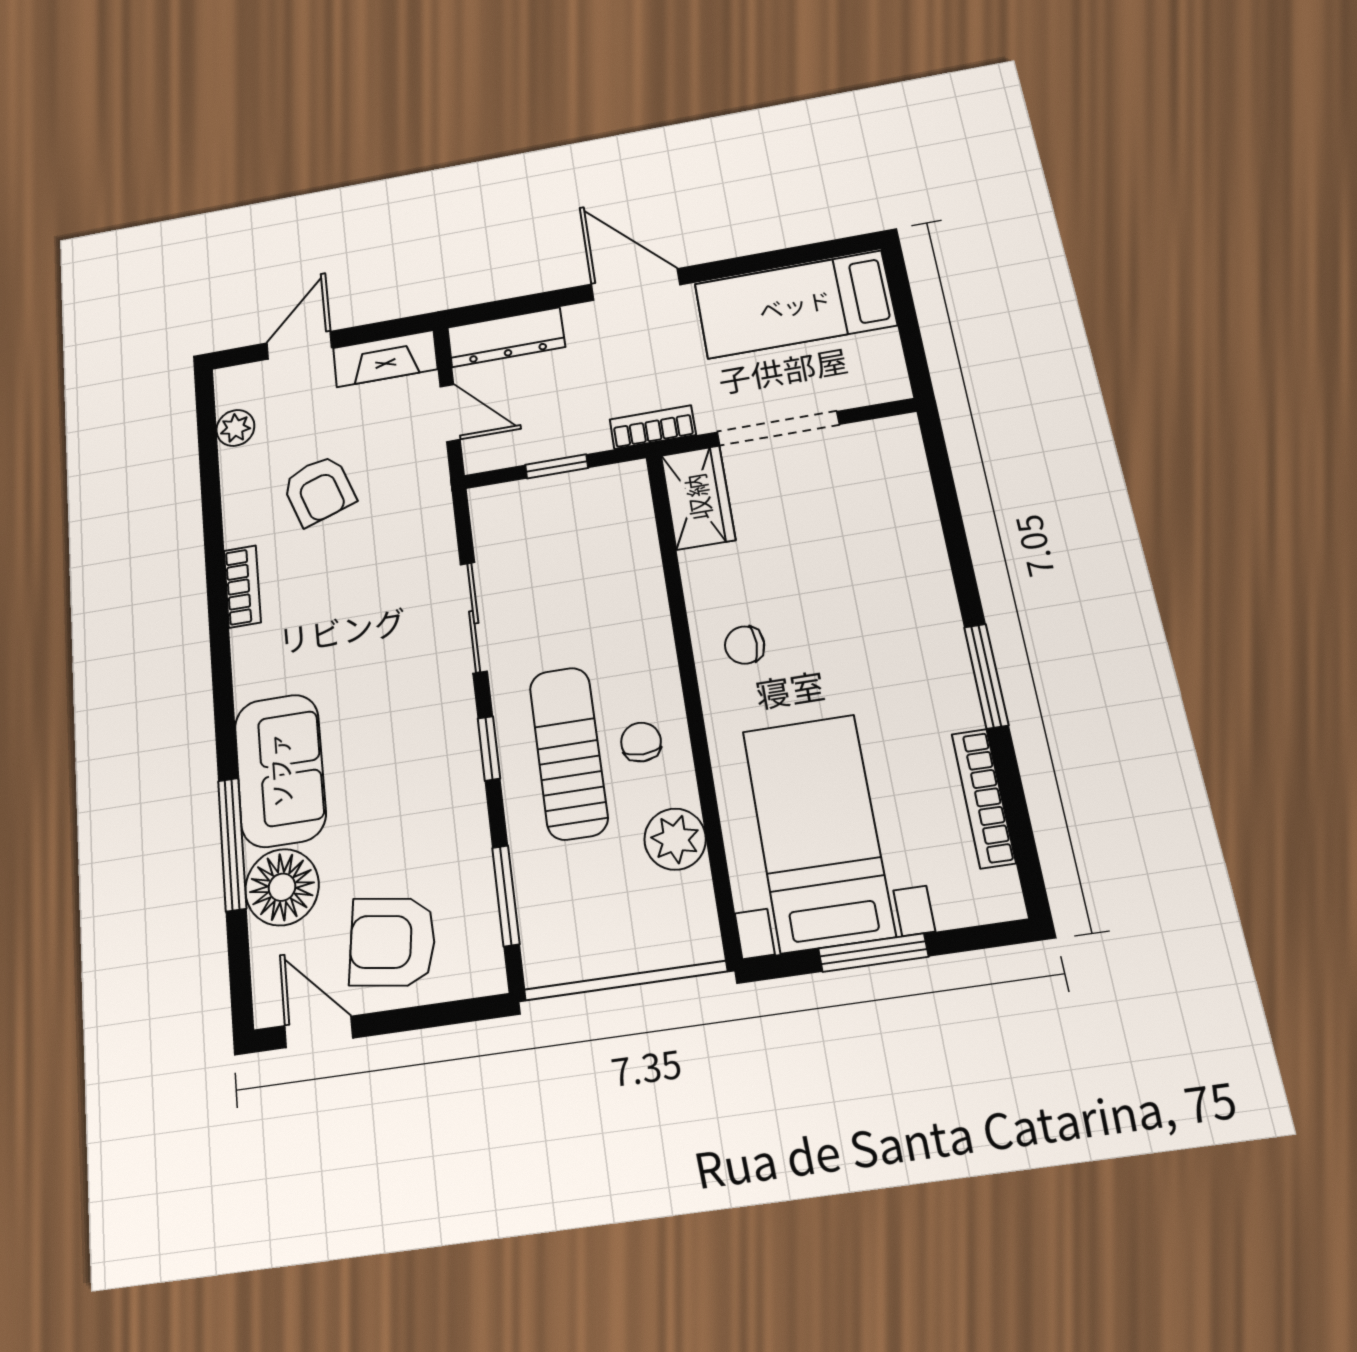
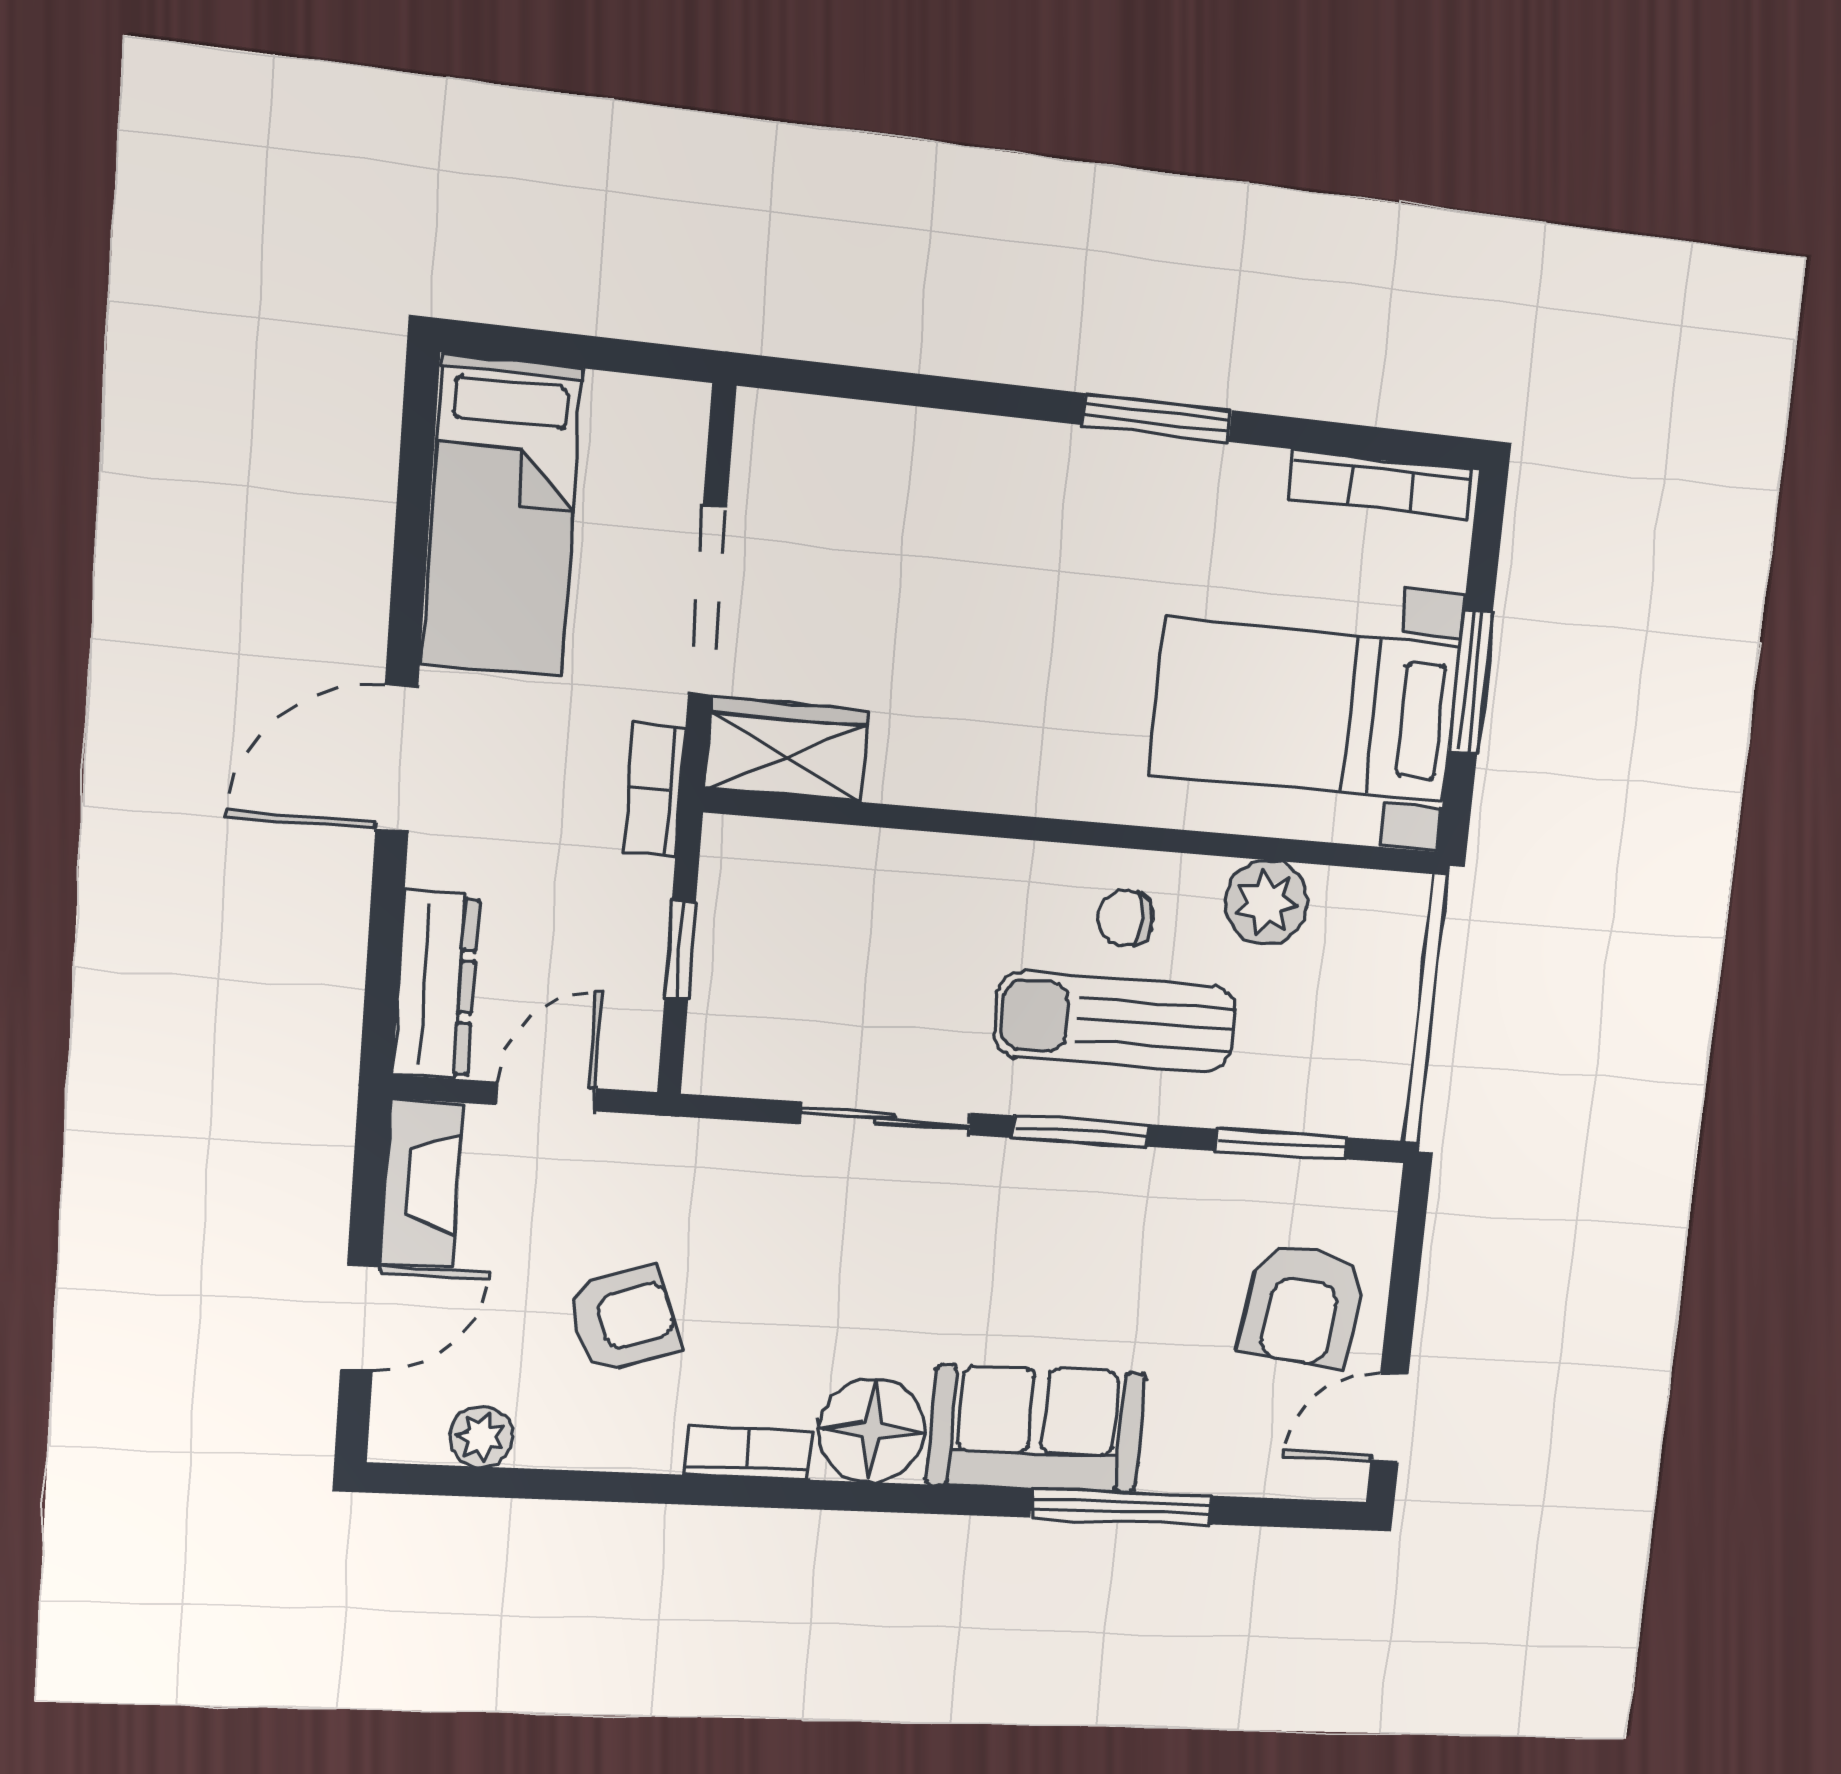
door: (299, 345) -> (360, 1318), swing flipped
chair: (745, 645) -> (1027, 740), removed
window: (489, 748) -> (1081, 1131), width x1.50
bookcase: (984, 798) -> (1381, 484), moved
floor lamp: (282, 887) -> (872, 1430), moved

